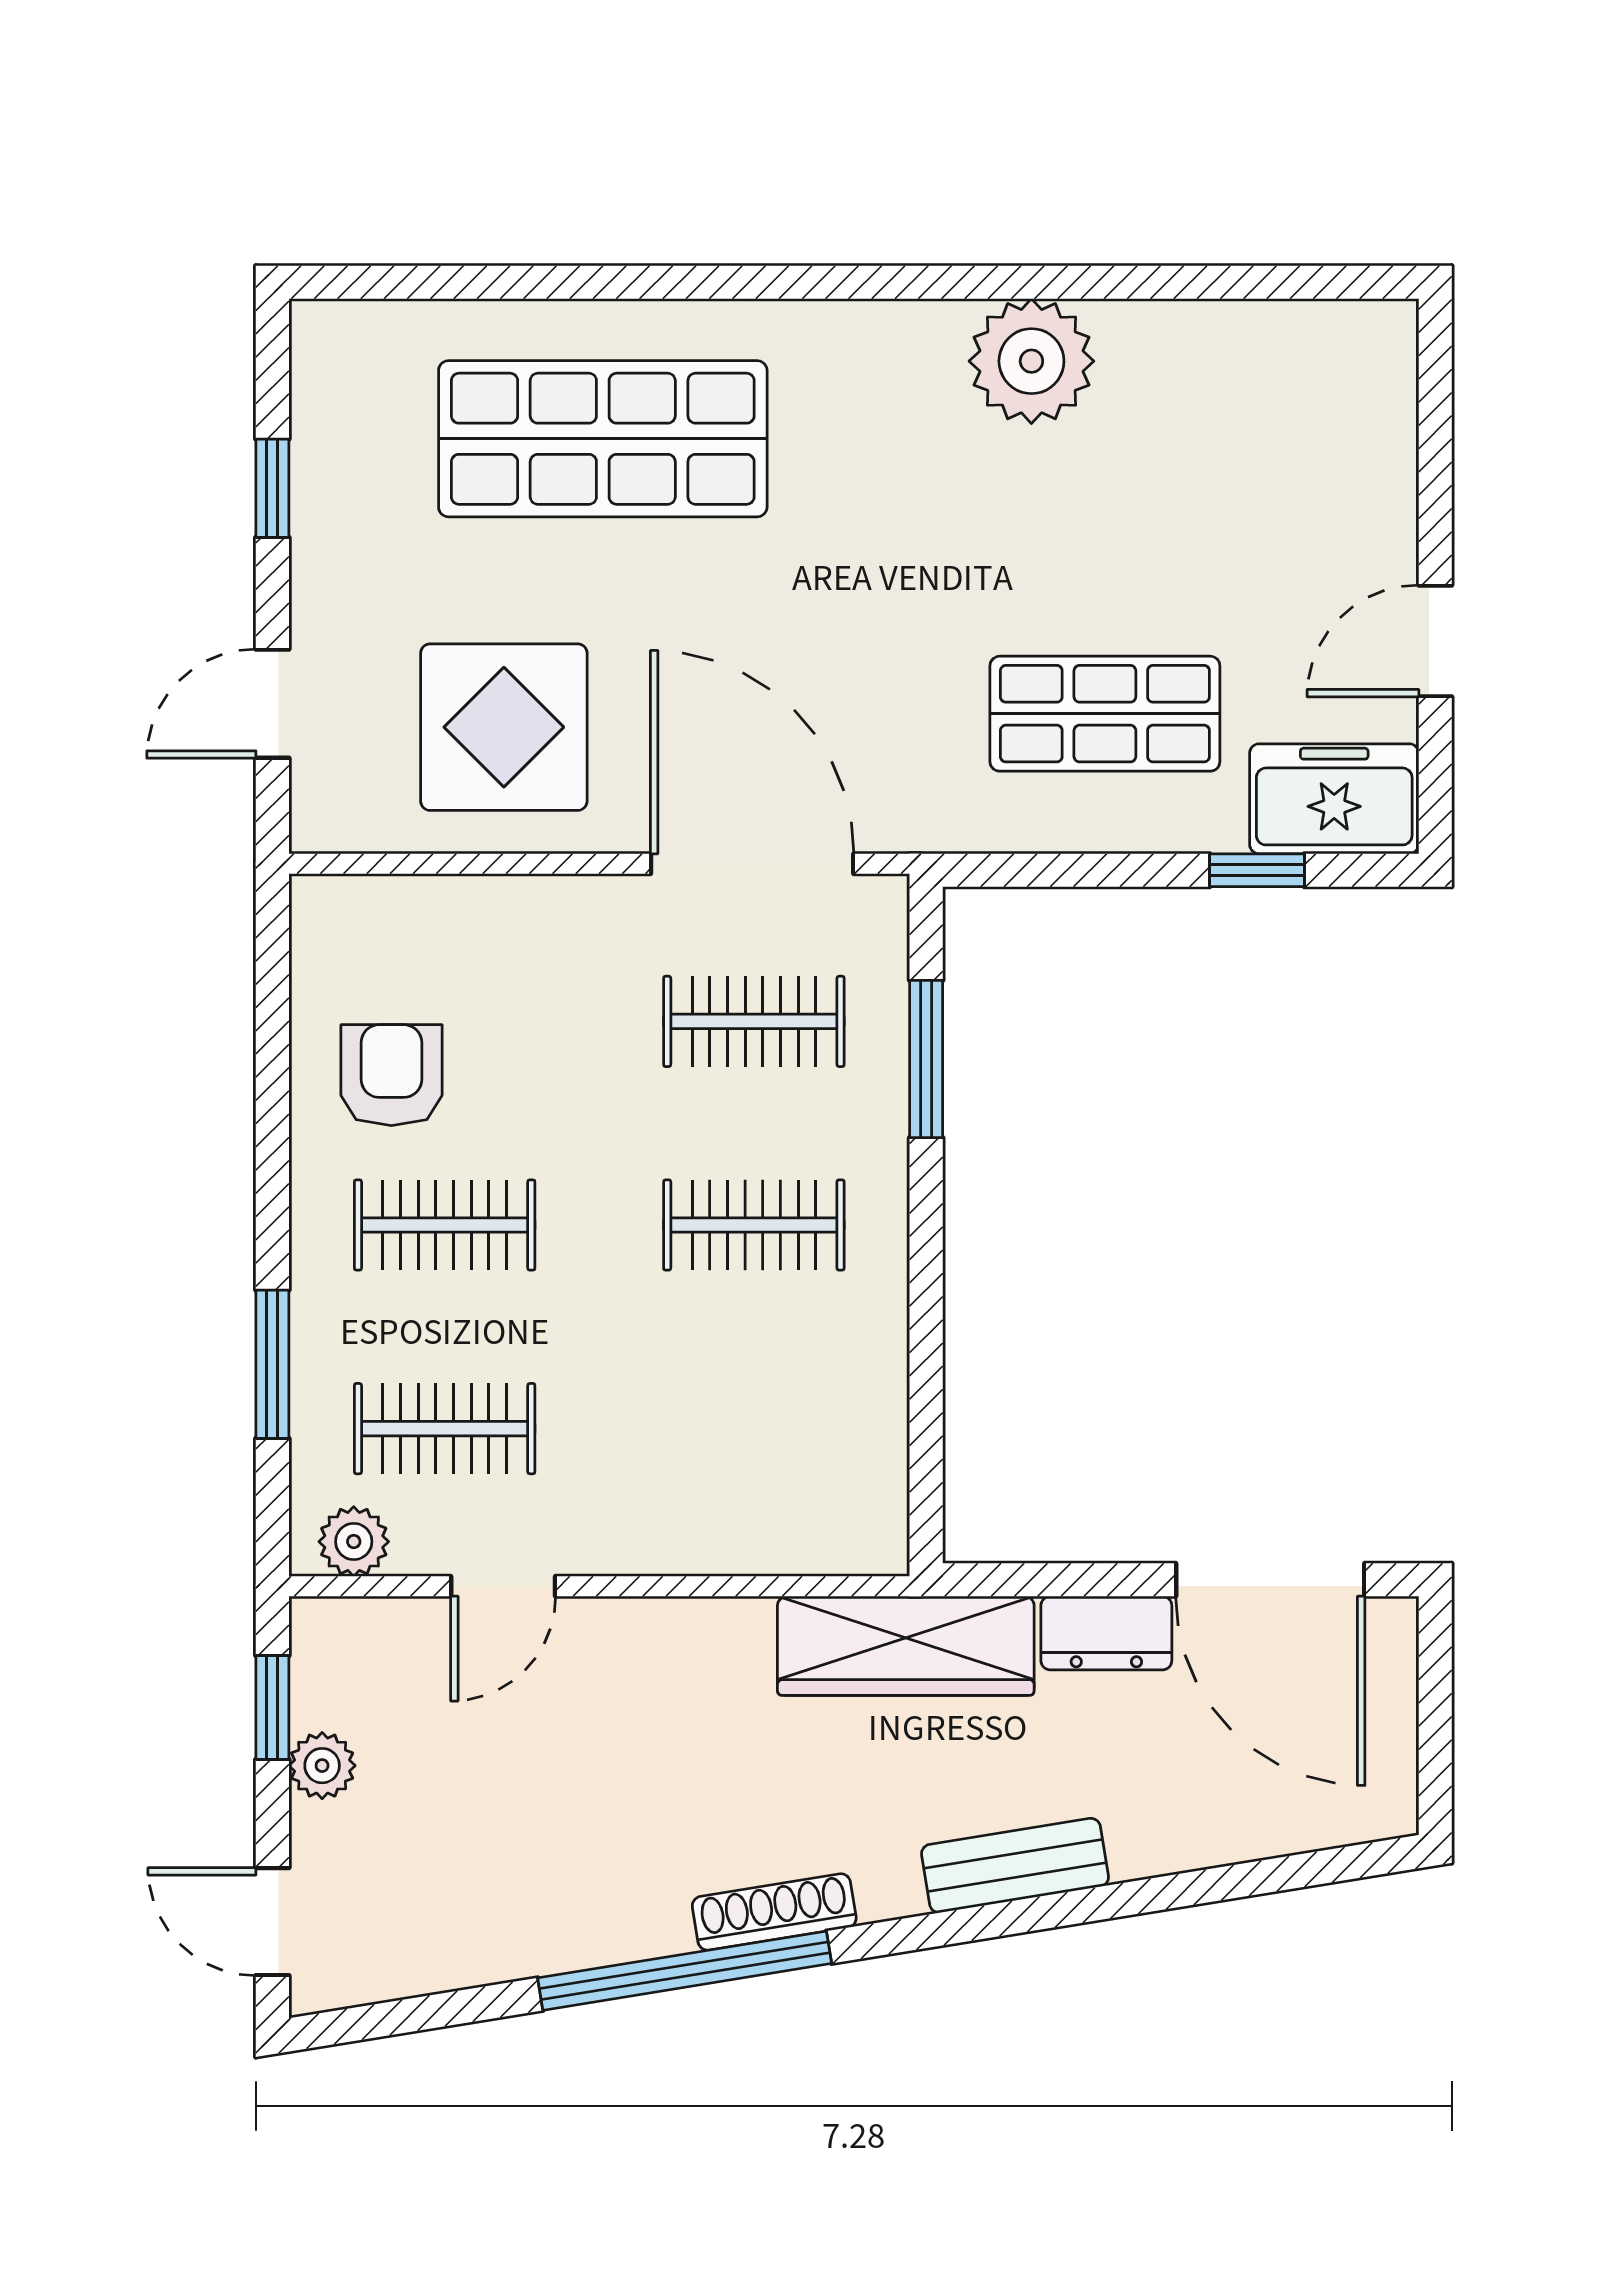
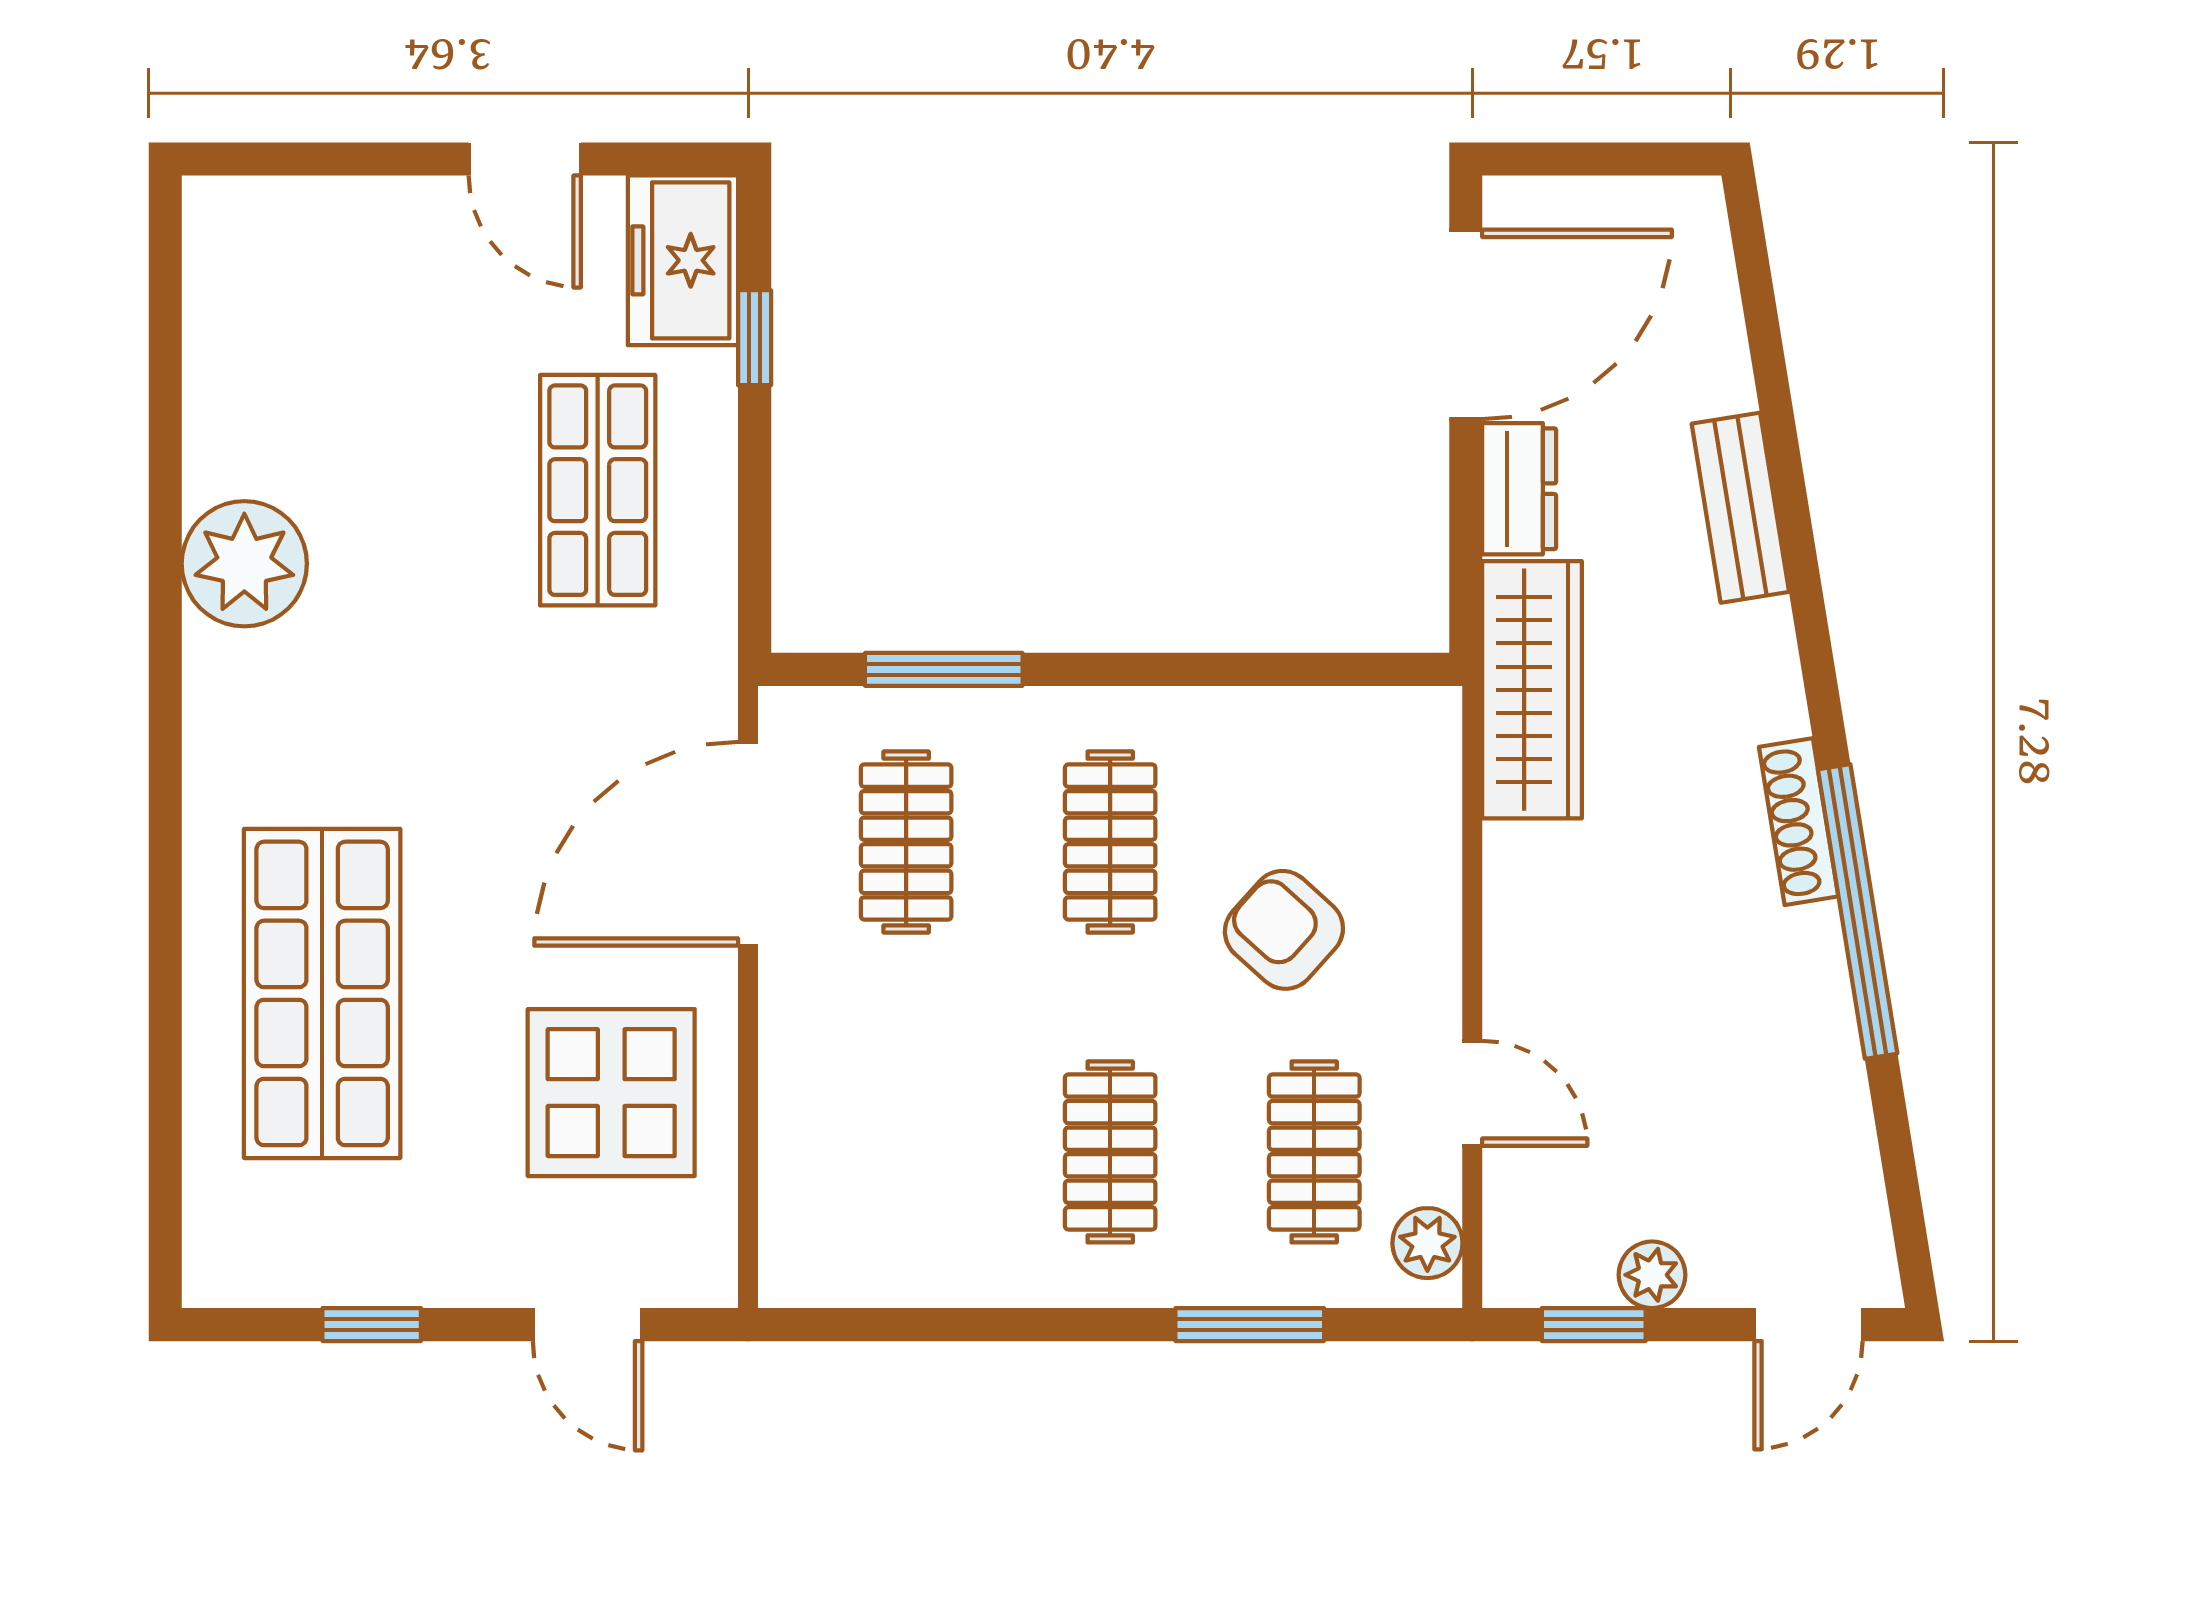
armchair: (391, 1075) -> (1284, 930), moved, turned 42
bench: (1015, 1865) -> (1740, 508), moved

